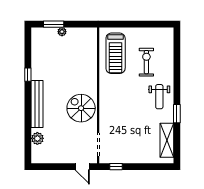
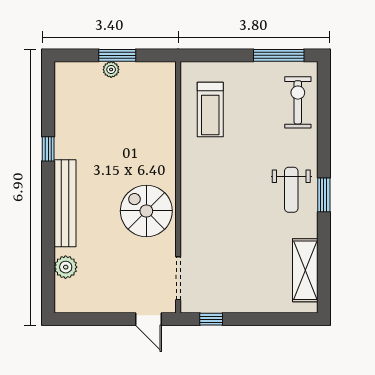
window: (54, 24) -> (117, 55), moved
window: (153, 24) -> (279, 55), added
treadmill: (116, 53) -> (210, 110), width x0.73, depth x0.73
exercise bike: (146, 62) -> (298, 102), moved
window: (177, 114) -> (324, 195), moved

